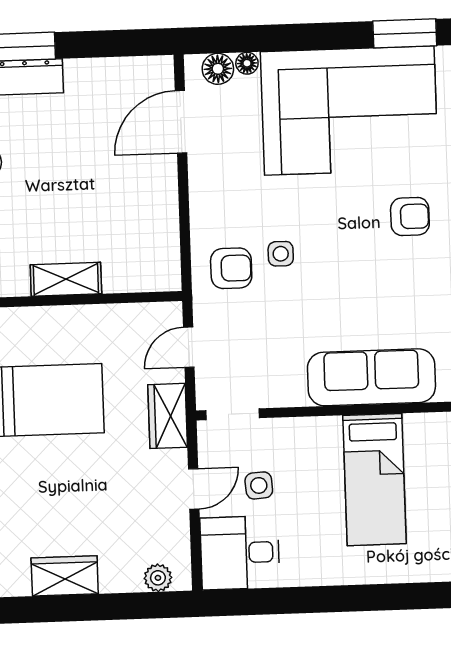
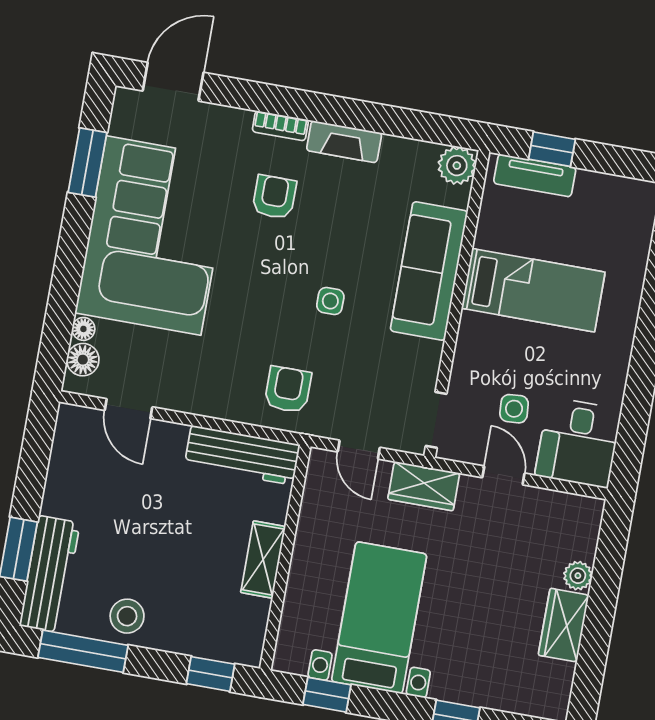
door: (181, 122) -> (129, 409), width x0.73
workbench: (160, 238) -> (242, 455), added
side table: (281, 254) -> (330, 301), moved
plant: (158, 578) -> (578, 576), moved

